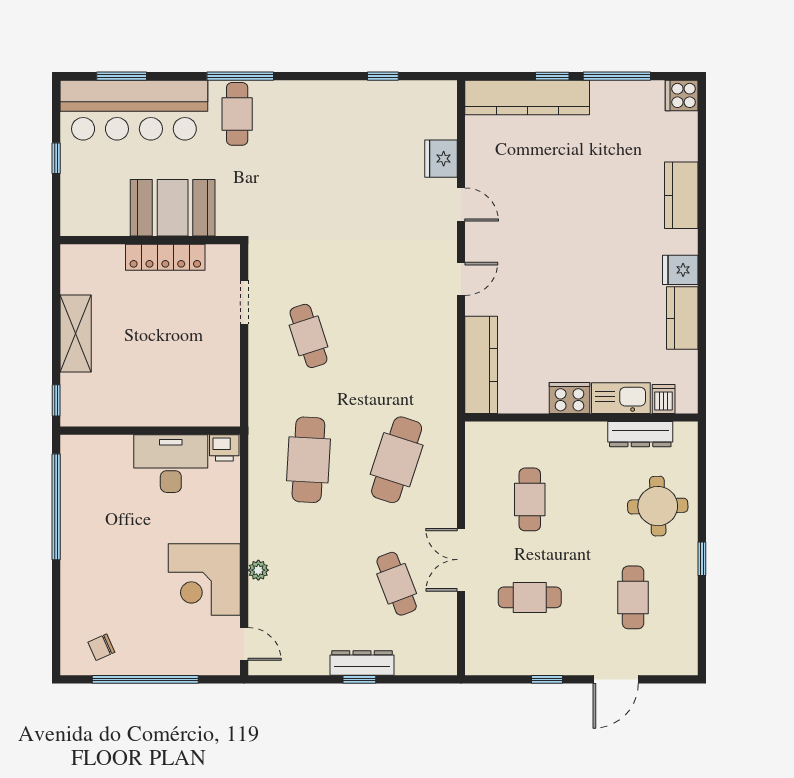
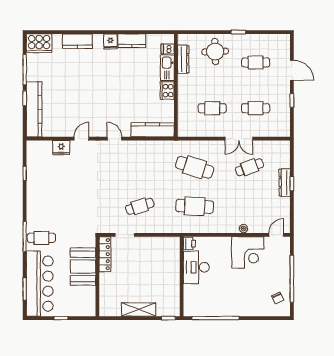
cooker: (682, 95) -> (39, 43), width x1.87, depth x1.31
locker: (165, 257) -> (105, 254), moved
cafe table: (530, 597) -> (256, 108), turned 90

